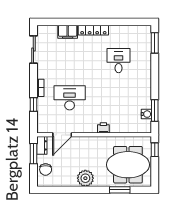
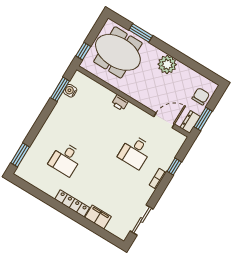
desk: (70, 98) -> (135, 152), width x0.73

